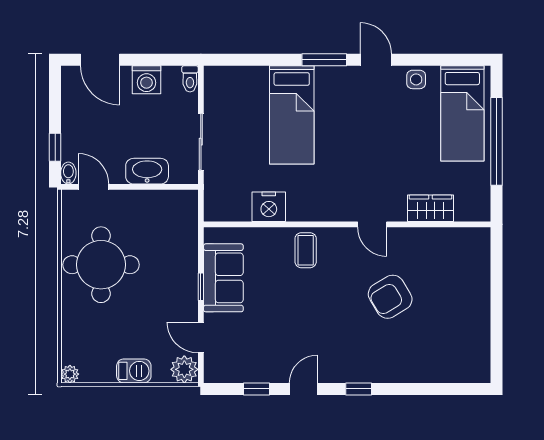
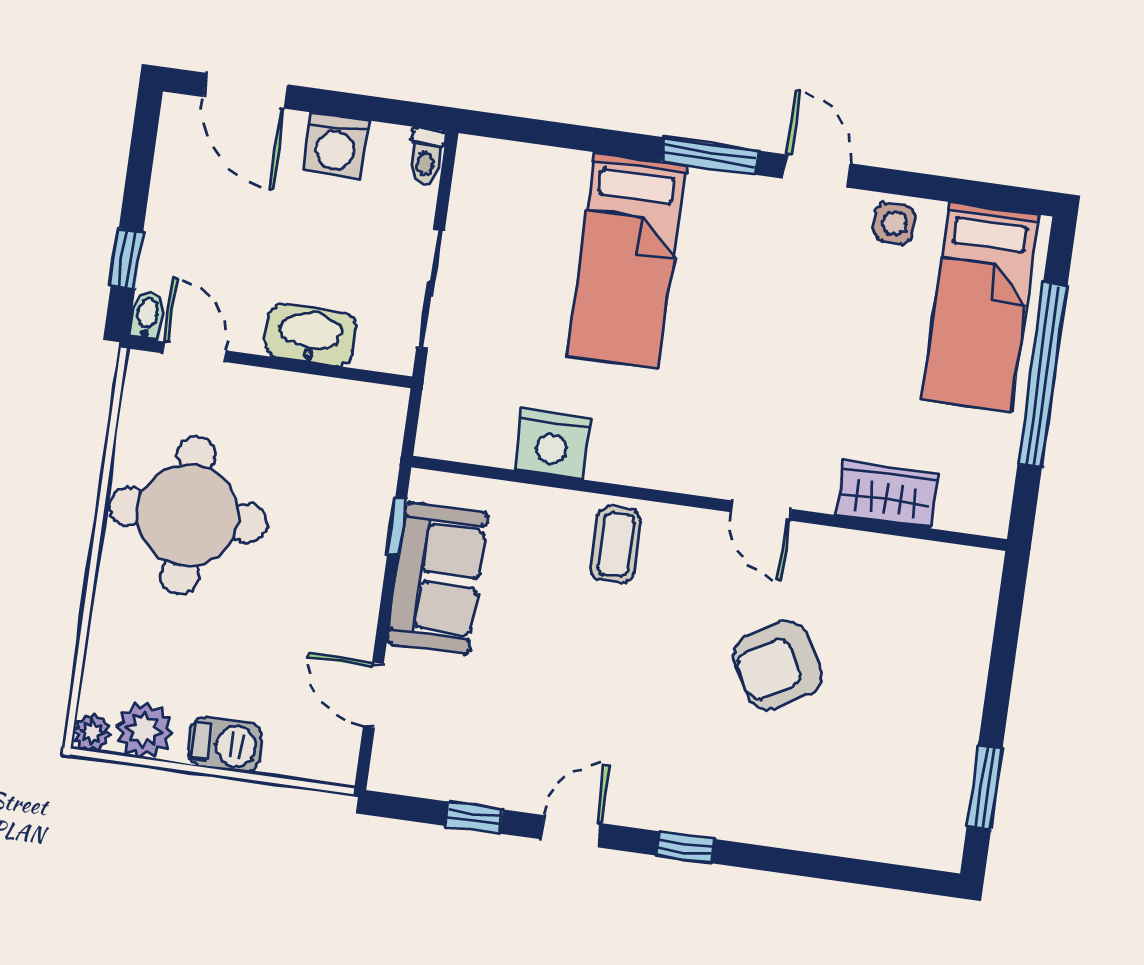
window: (201, 287) -> (397, 526), moved
window: (496, 341) -> (985, 788), added
plant: (184, 369) -> (144, 730), moved

